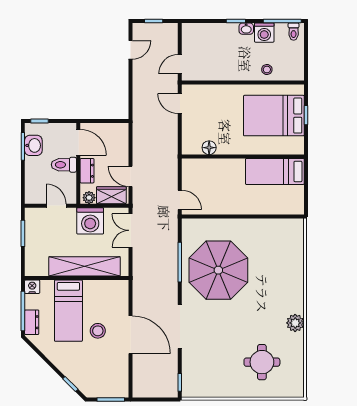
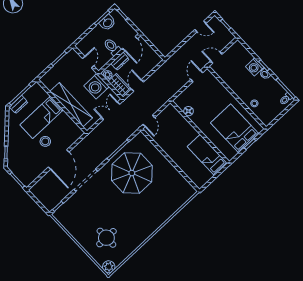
washing machine: (264, 33) -> (255, 67), moved
nightstand: (32, 287) -> (37, 88), removed
plant: (295, 323) -> (109, 267), moved

